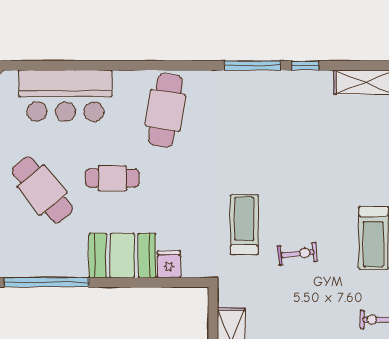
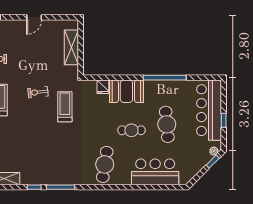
cafe table: (42, 190) -> (167, 124), turned 35
treadmill: (244, 225) -> (65, 107), turned 180

